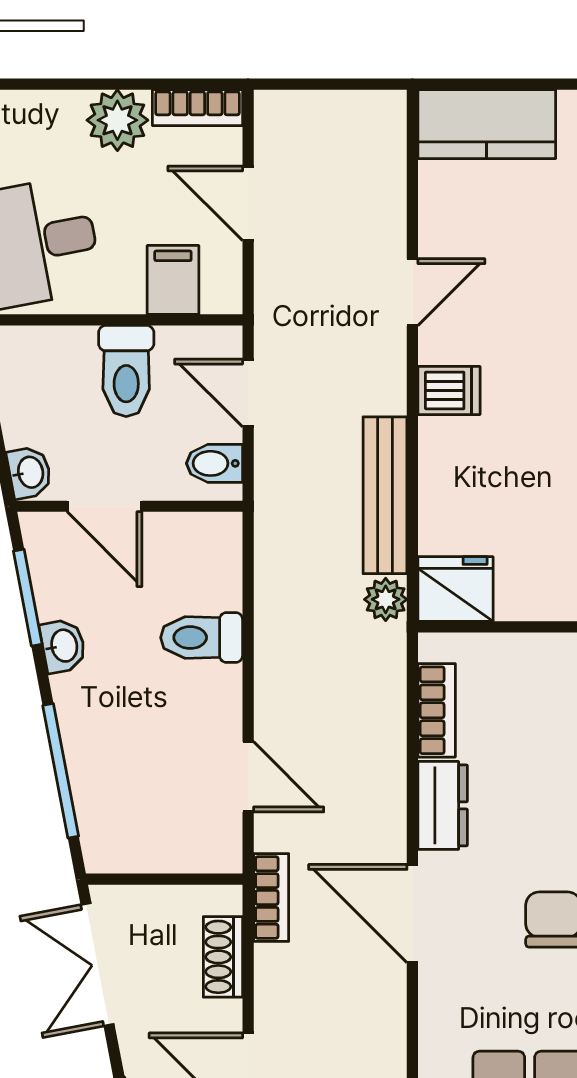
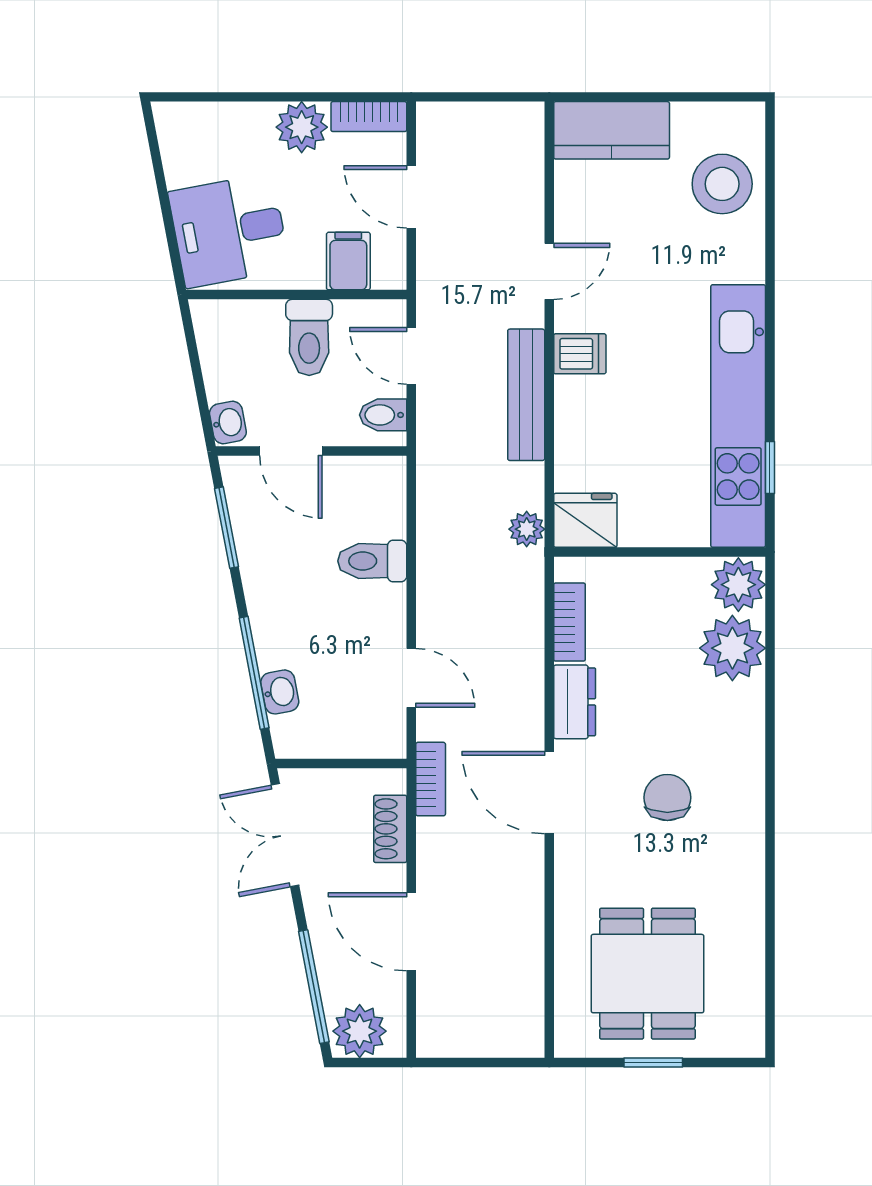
bench: (385, 495) -> (526, 395), moved
washbasin: (63, 646) -> (280, 692), moved

